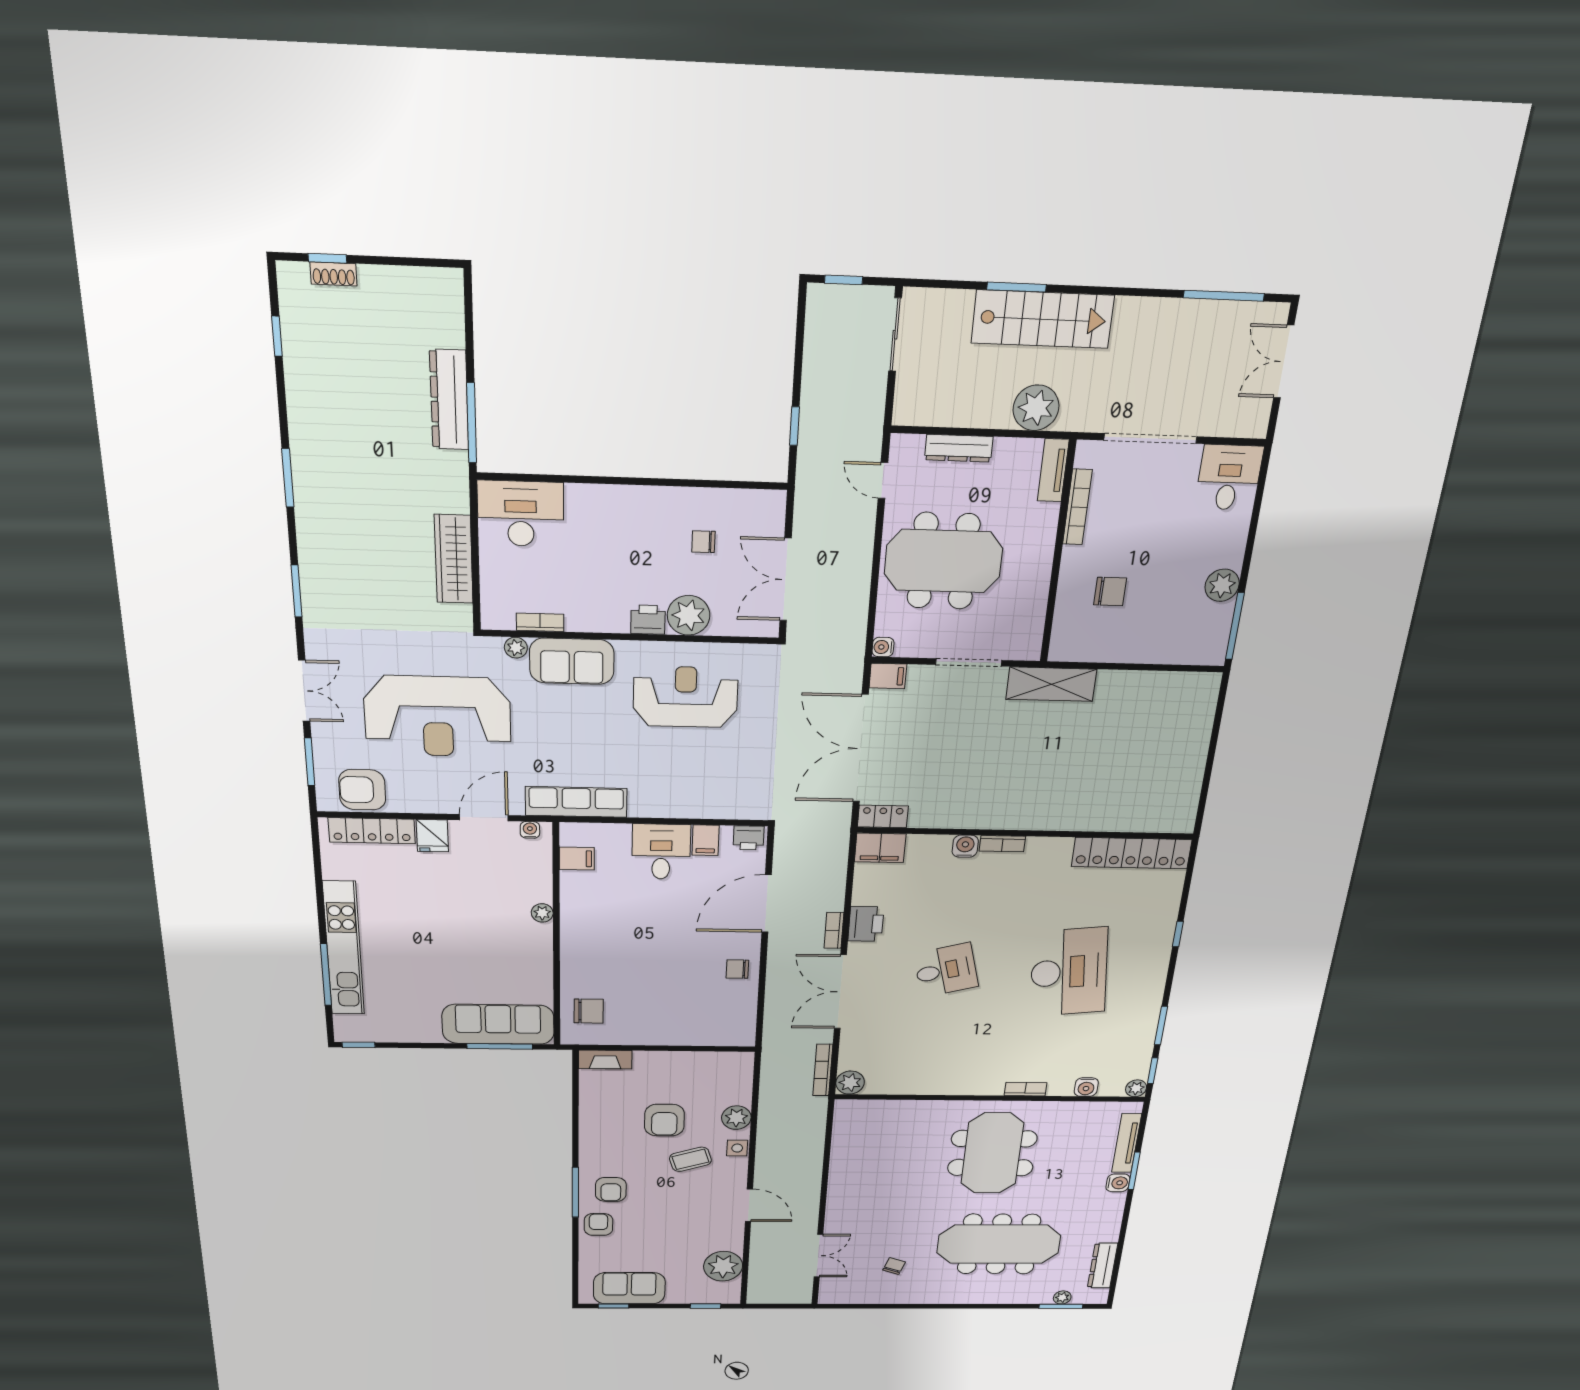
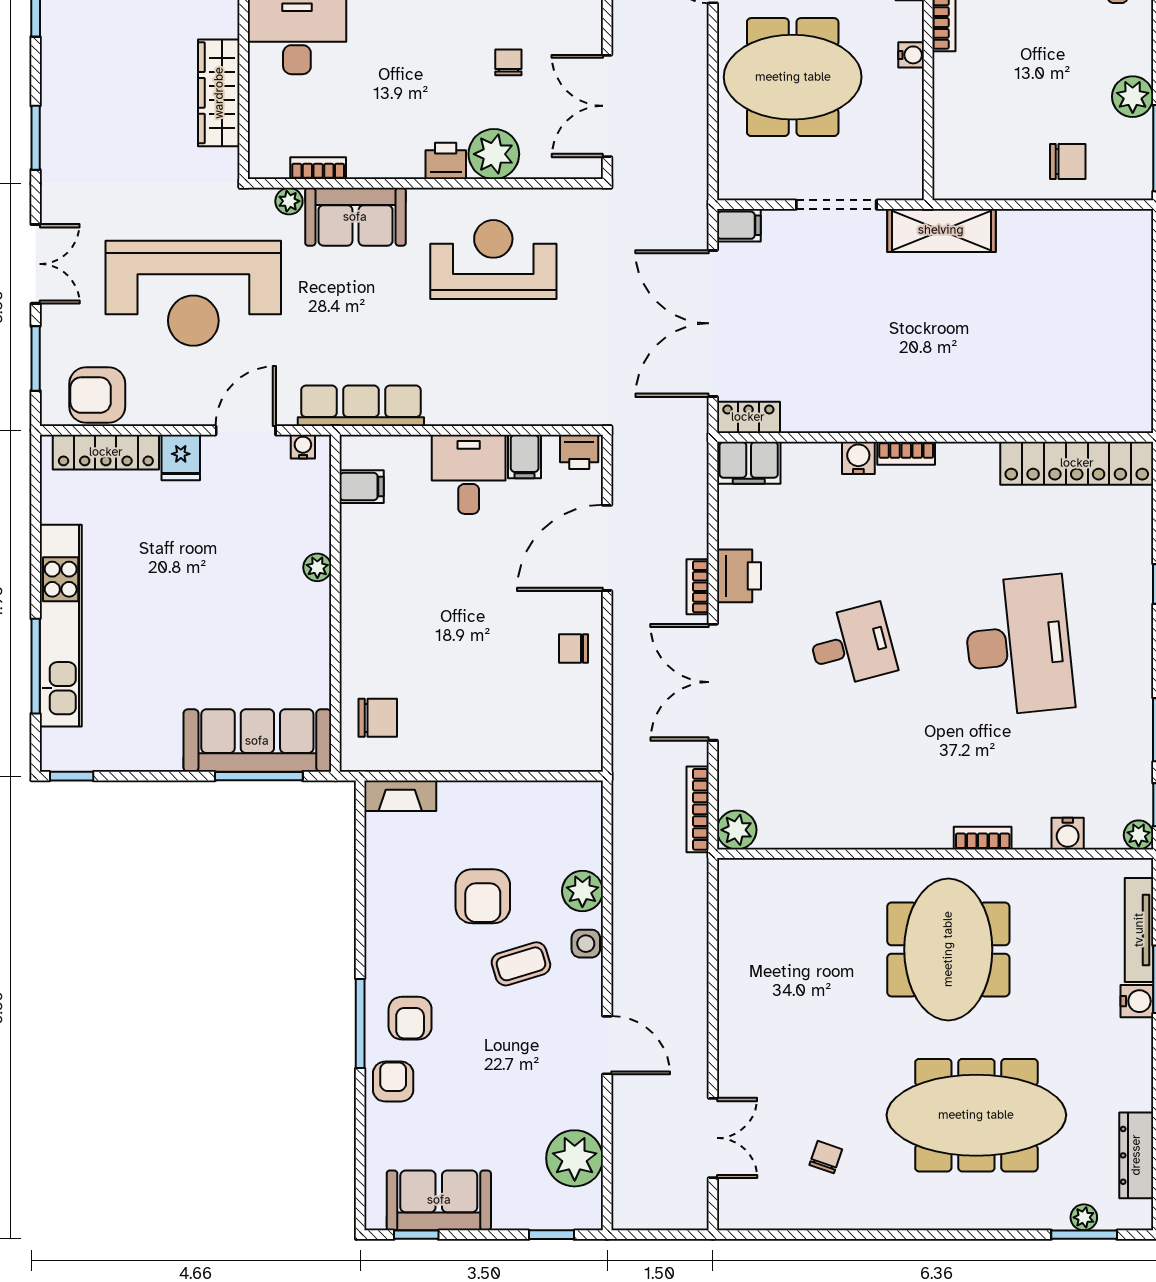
chair: (703, 542) -> (508, 62), turned 90
chair: (1110, 591) -> (1068, 162), moved
water cooler: (883, 647) -> (911, 55), moved, turned 180

